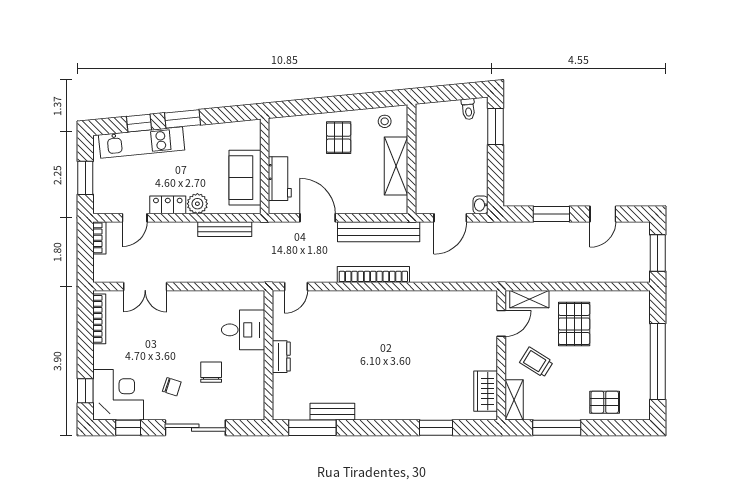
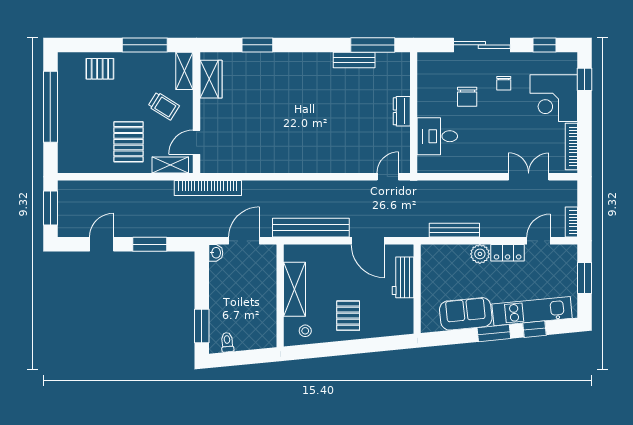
sofa: (245, 178) -> (466, 314), moved, turned -96
bookcase: (373, 274) -> (208, 188), moved
chair: (172, 387) -> (504, 83), turned -108
corner desk: (118, 395) -> (554, 98), moved

